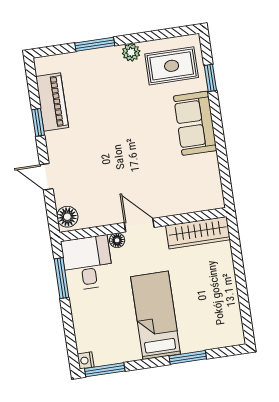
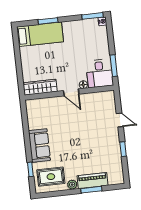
piano: (52, 102) -> (92, 181), moved, turned 90
floor lamp: (67, 217) -> (109, 98), removed
bed: (156, 315) -> (40, 34), moved, turned -90

